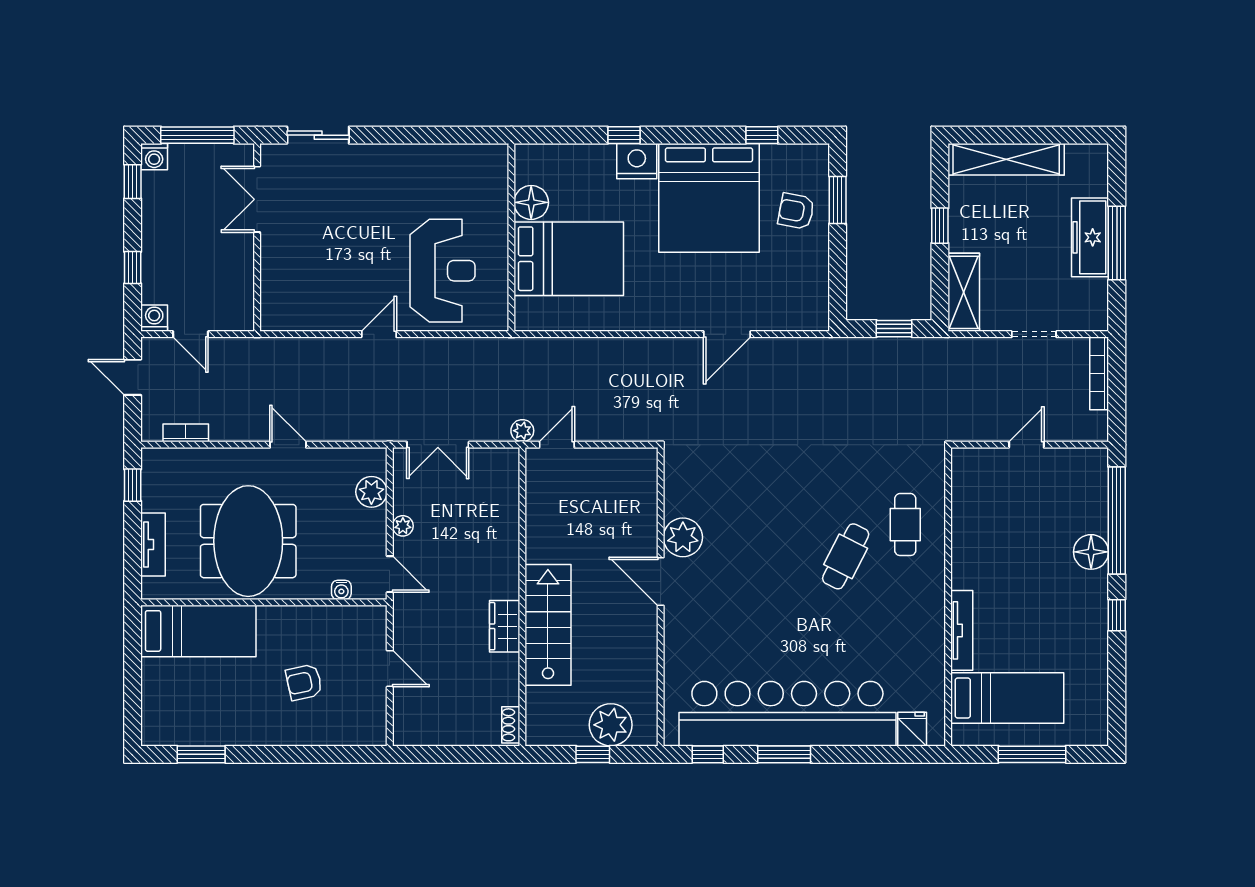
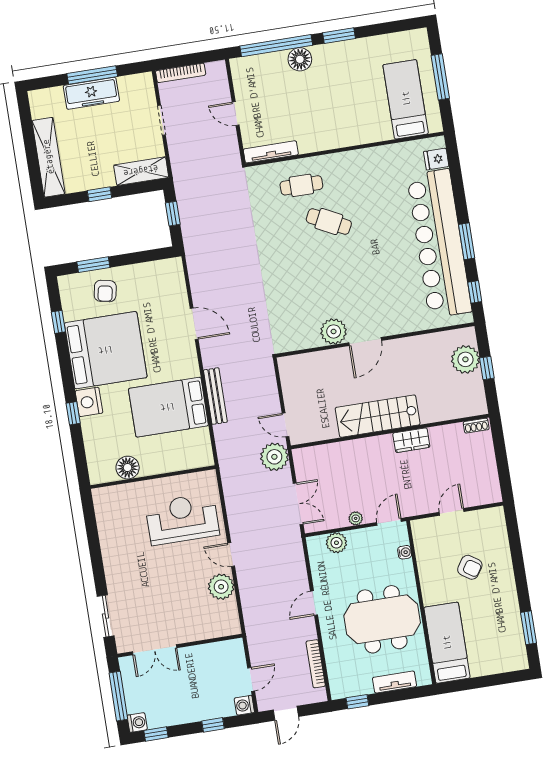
bed: (569, 259) -> (168, 407), moved, turned -90
plant: (334, 312) -> (221, 587), added
bench: (616, 348) -> (215, 396), added
plant: (522, 431) -> (274, 457), width x1.88, depth x1.88
bookcase: (186, 433) -> (316, 664), width x1.56
window: (1117, 615) -> (339, 36), width x1.50
stairs: (548, 625) -> (378, 416), moved
tv unit: (962, 630) -> (271, 152), moved
armchair: (304, 682) -> (470, 567), turned -44

